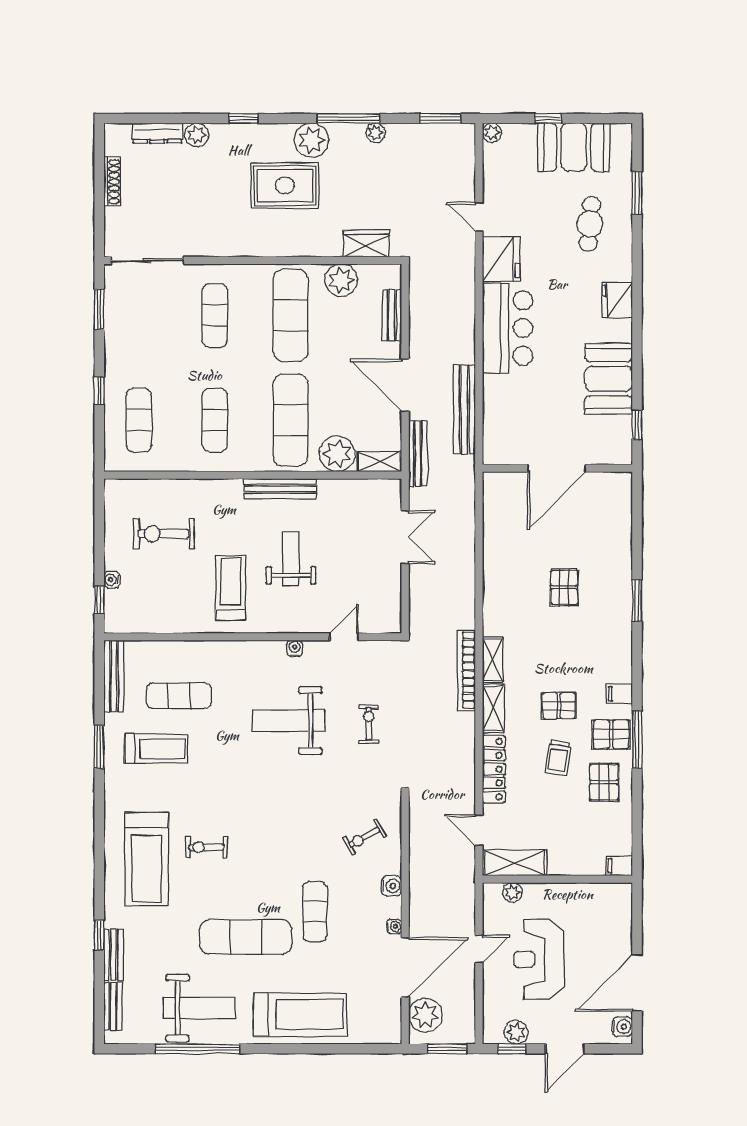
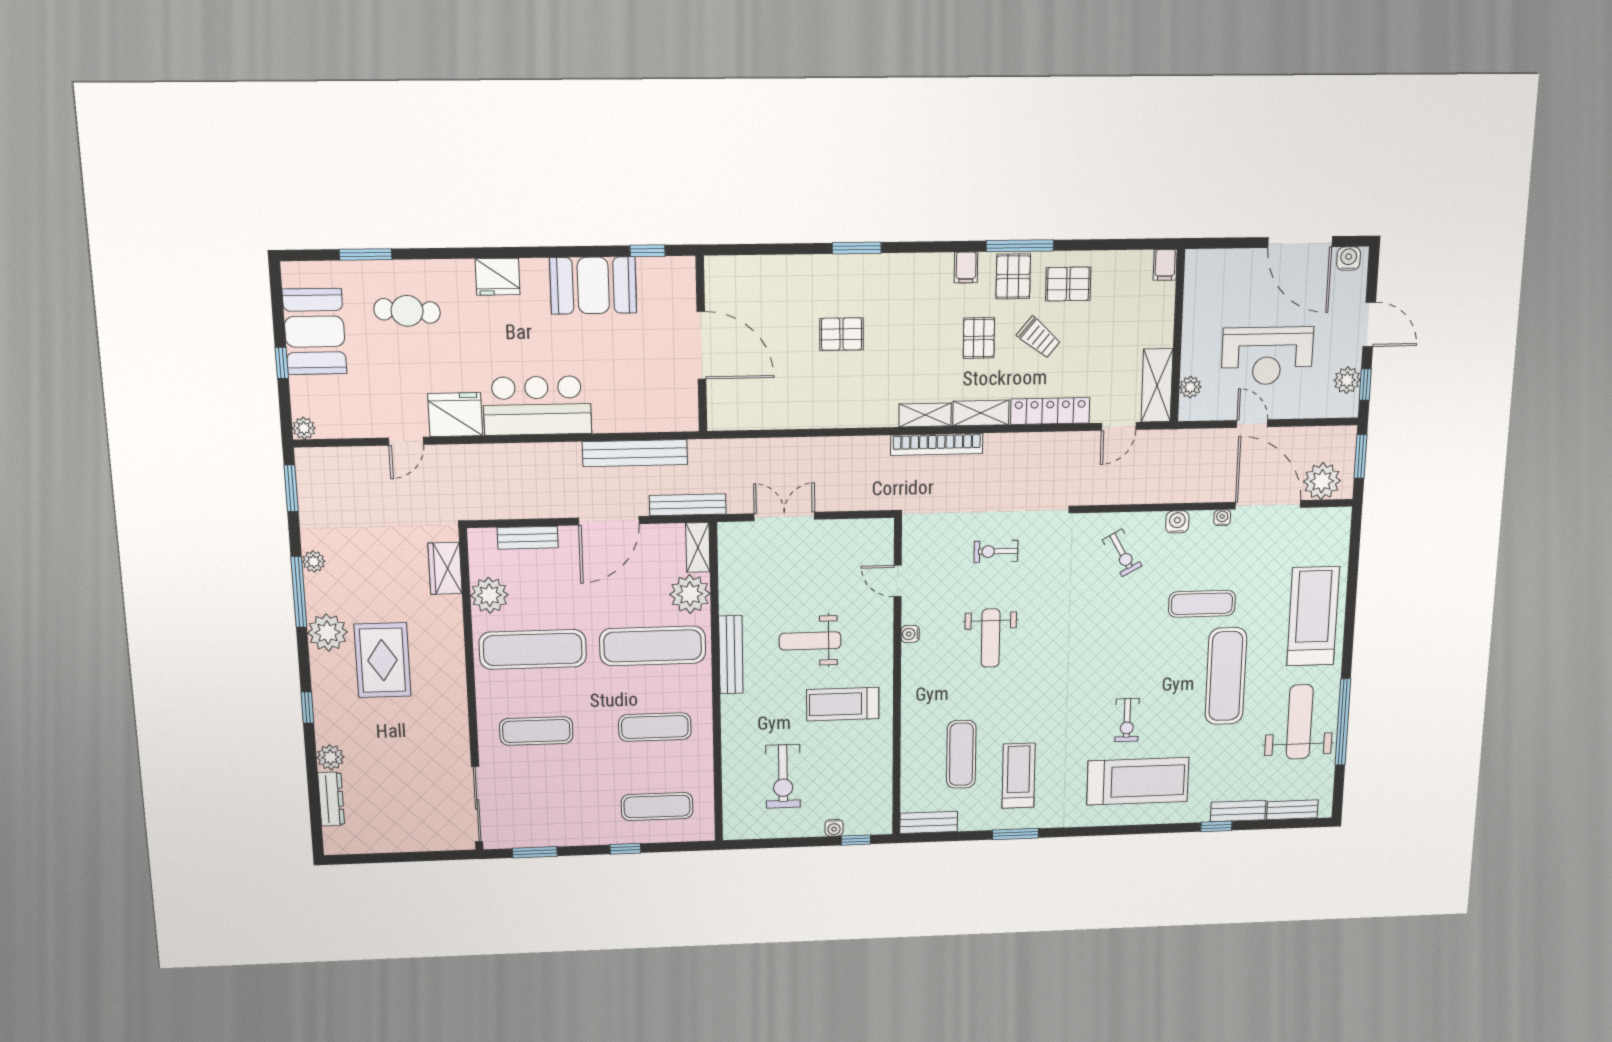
shoe rack: (112, 182) -> (390, 844), removed
bench: (114, 676) -> (929, 822), width x0.73
weight bench: (289, 721) -> (991, 638), width x0.73, depth x0.75
trolley: (558, 758) -> (1039, 338), turned 31

